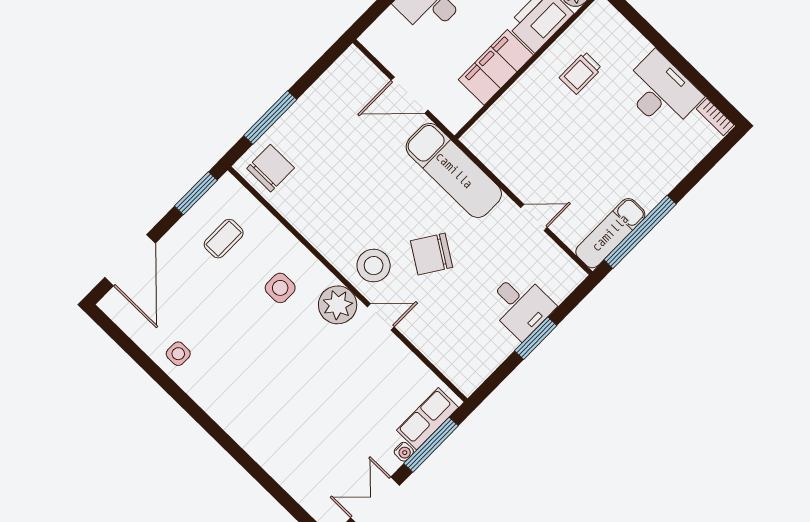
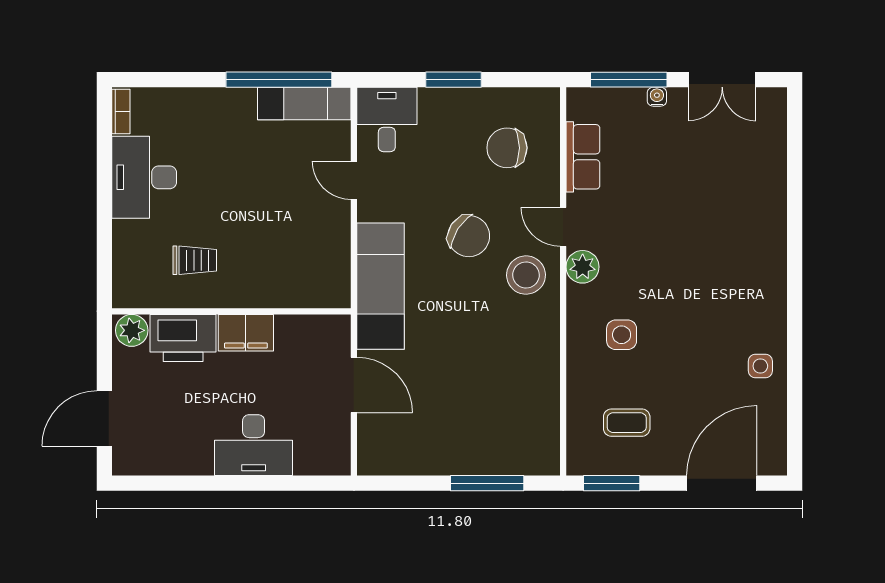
filing cabinet: (496, 67) -> (246, 333), width x0.67, depth x0.86
chair: (271, 168) -> (507, 148), moved
plant: (338, 305) -> (583, 267), width x0.73, depth x0.73
desk: (520, 305) -> (387, 119), moved
row of seats: (427, 419) -> (583, 157), moved, turned -90

